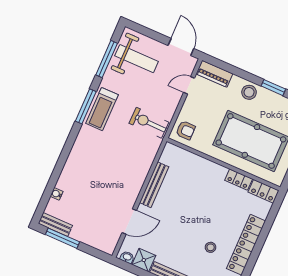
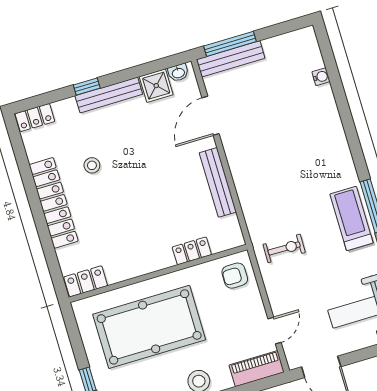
exercise bike: (149, 123) -> (284, 248), width x0.73, depth x0.72
locker: (239, 180) -> (192, 251), moved
bench: (55, 224) -> (231, 59), moved, width x1.36
window: (63, 238) -> (230, 44), moved

